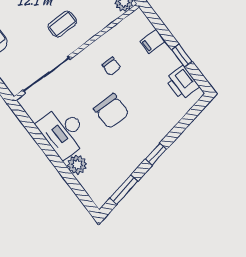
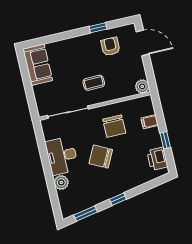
chair: (111, 66) -> (114, 126), width x1.87, depth x1.87
chair: (111, 111) -> (101, 157), turned 117

